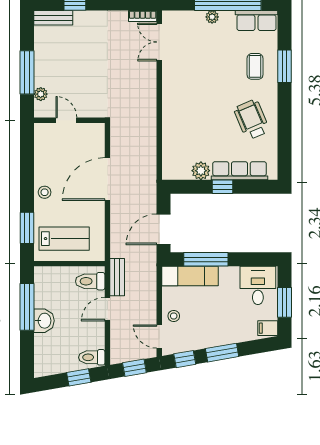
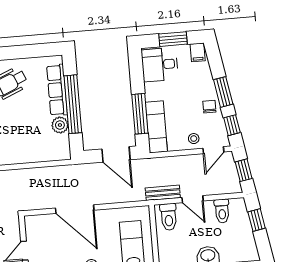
window: (222, 187) -> (73, 104), width x3.17
chair: (207, 336) -> (209, 107), added
toilet: (92, 357) -> (222, 211), moved

